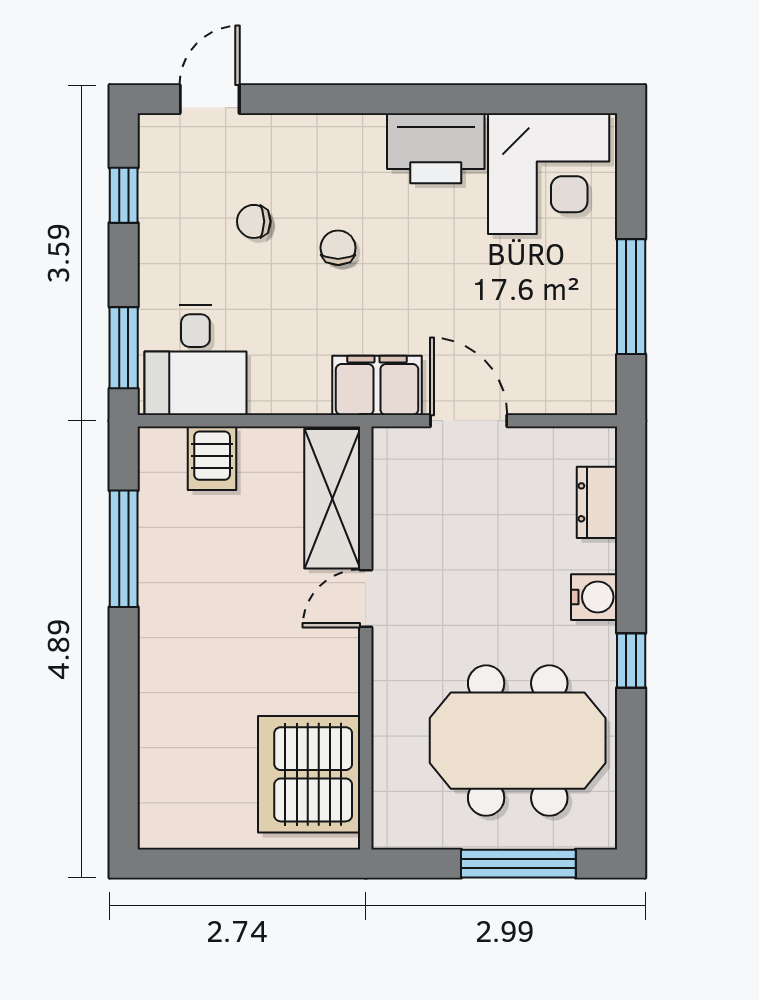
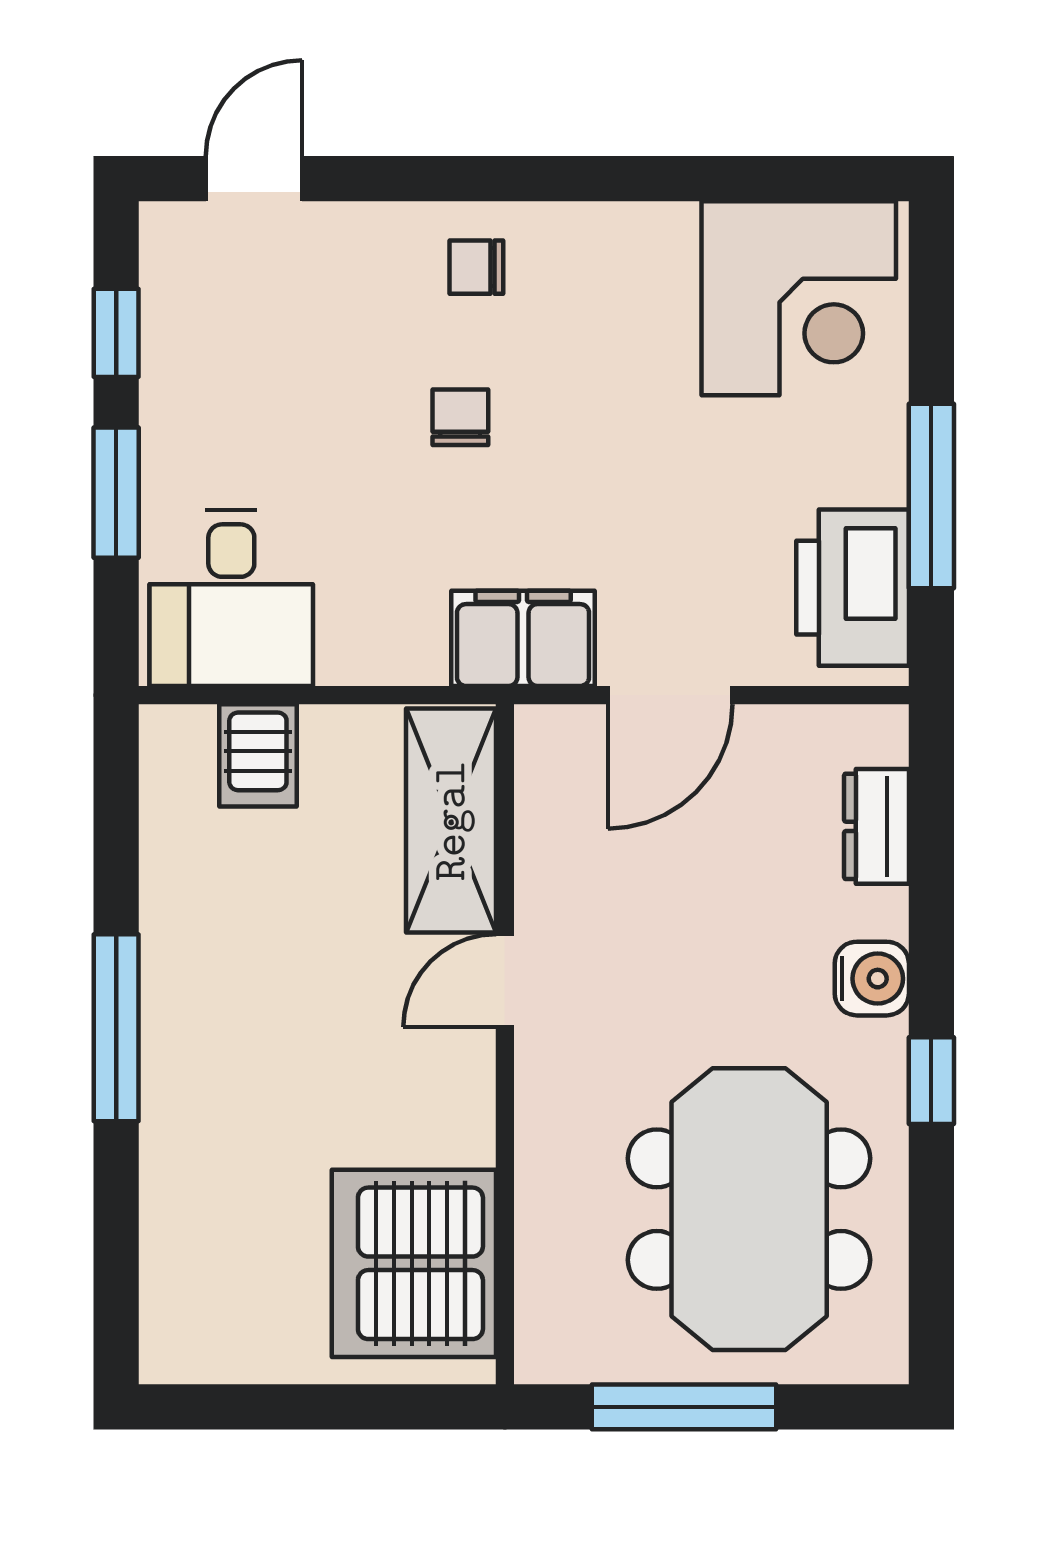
printer: (436, 148) -> (853, 588), moved, turned 90
chair: (254, 221) -> (476, 267), moved
window: (124, 348) -> (116, 493), moved
door: (469, 421) -> (670, 695), swing flipped
window: (124, 549) -> (116, 1028), moved
meeting table: (518, 741) -> (749, 1209), turned 90
window: (518, 864) -> (684, 1407), moved

